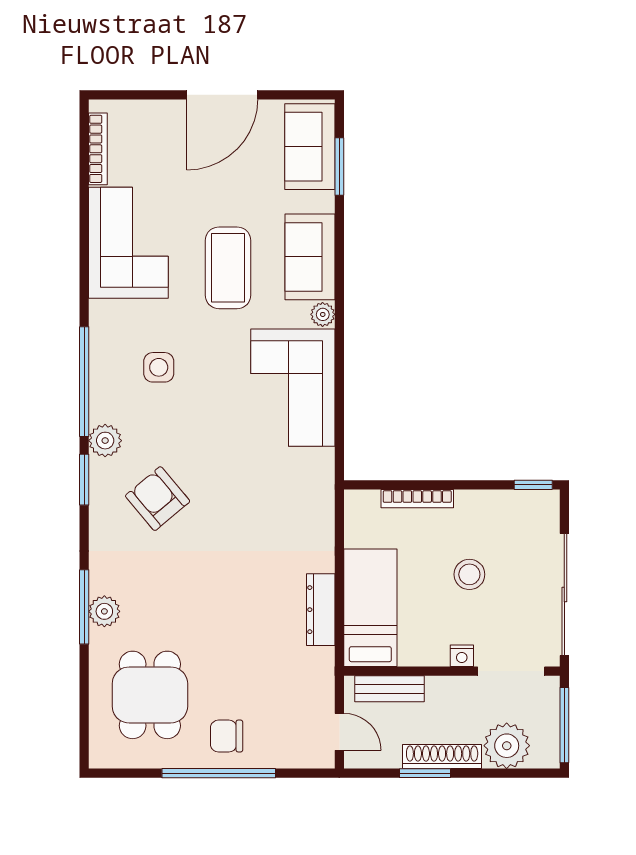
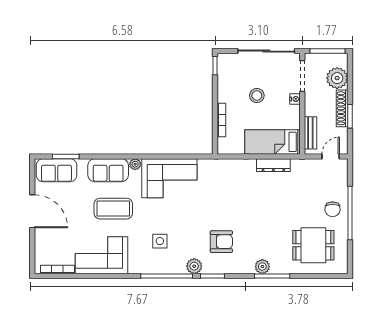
armchair: (158, 499) -> (221, 242), turned -140
plant: (104, 611) -> (262, 267), moved

